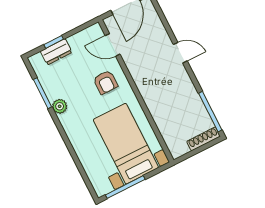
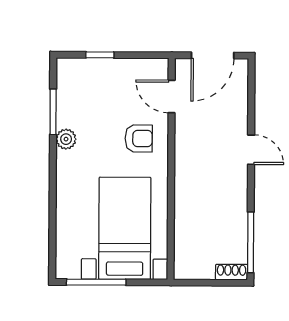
dresser: (56, 52) -> (97, 69), removed
armchair: (105, 82) -> (139, 138), turned -90
shoe rack: (203, 139) -> (232, 272), width x0.70

